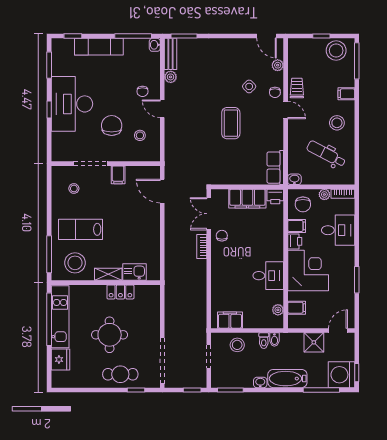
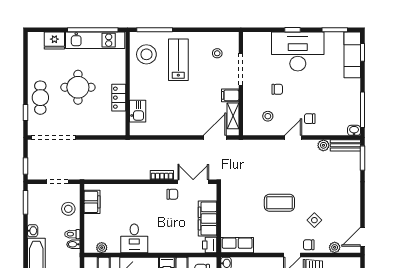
exam couch: (99, 47) -> (352, 55), moved
chair: (112, 126) -> (277, 89), width x0.54, depth x0.54
shelving: (108, 274) -> (233, 116), moved

